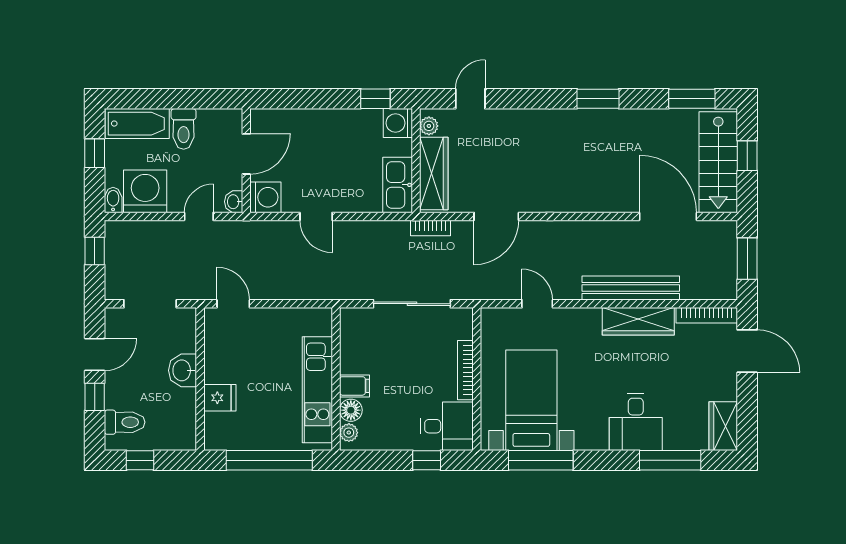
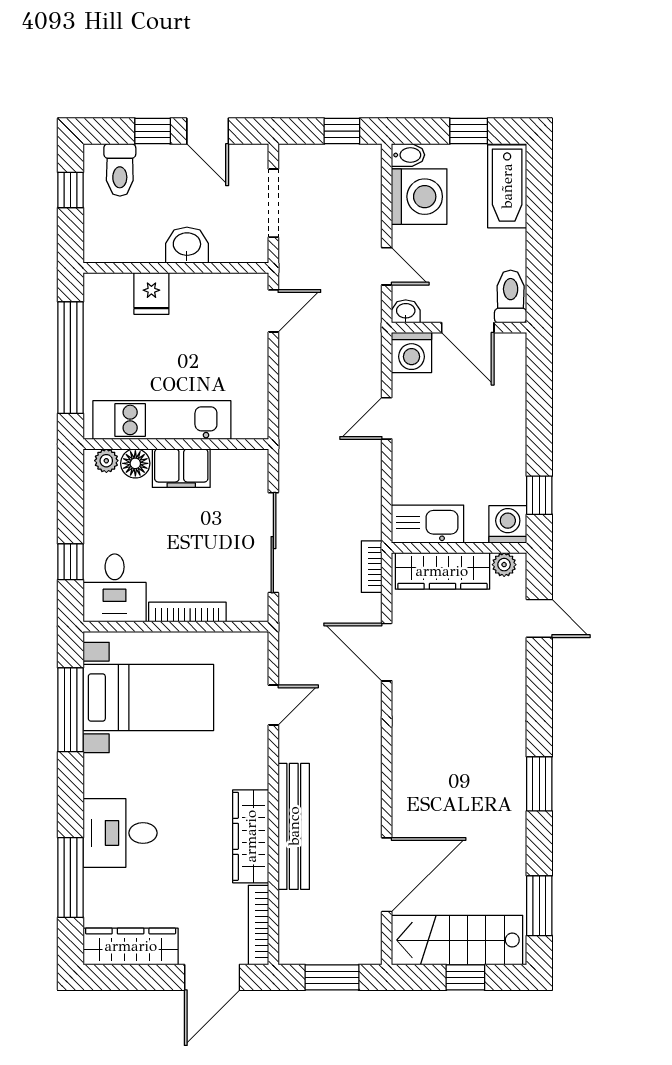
toilet: (184, 129) -> (511, 297), moved, turned 90
filing cabinet: (354, 386) -> (181, 468), width x2.00
wardrobe: (723, 426) -> (131, 946), width x1.50

